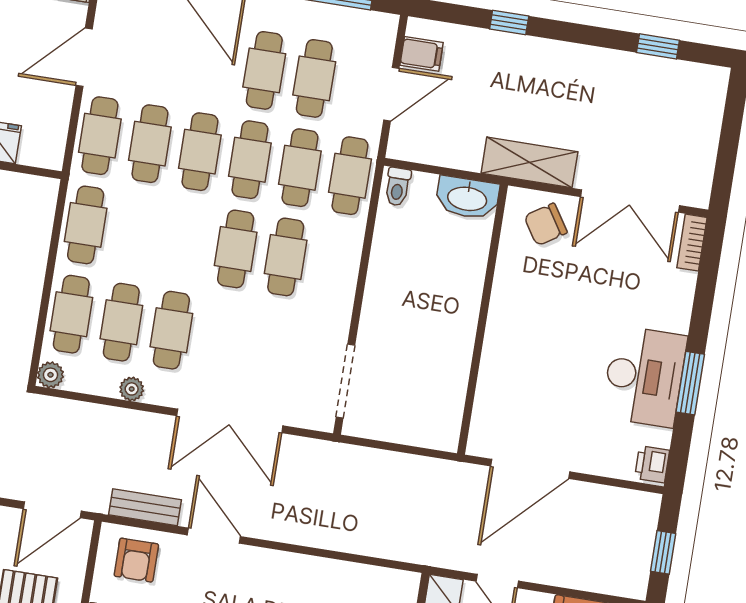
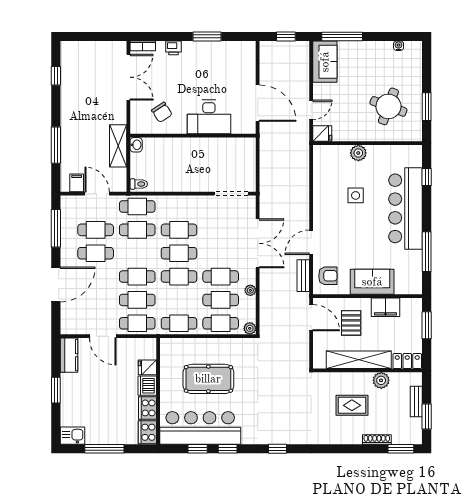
window: (509, 23) -> (56, 145), width x2.17
cafe table: (250, 160) -> (179, 277), moved
shelving: (529, 162) -> (118, 146), moved
washbasin: (467, 198) -> (136, 145), width x0.52, depth x0.69
chair: (546, 224) -> (162, 112), moved
desk: (644, 376) -> (209, 117), moved, turned 180
printer: (652, 464) -> (174, 48), moved

